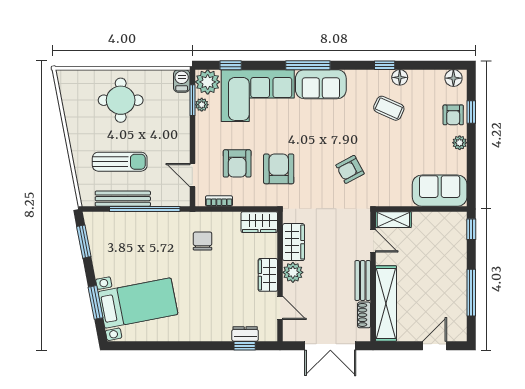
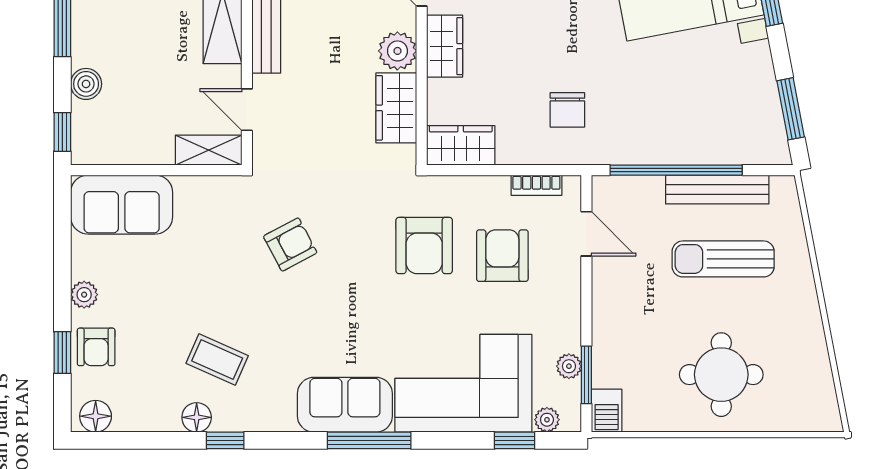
plant: (208, 82) -> (547, 420), width x0.53, depth x0.53
armchair: (453, 115) -> (96, 347), turned 180
boiler: (459, 255) -> (86, 84), added

